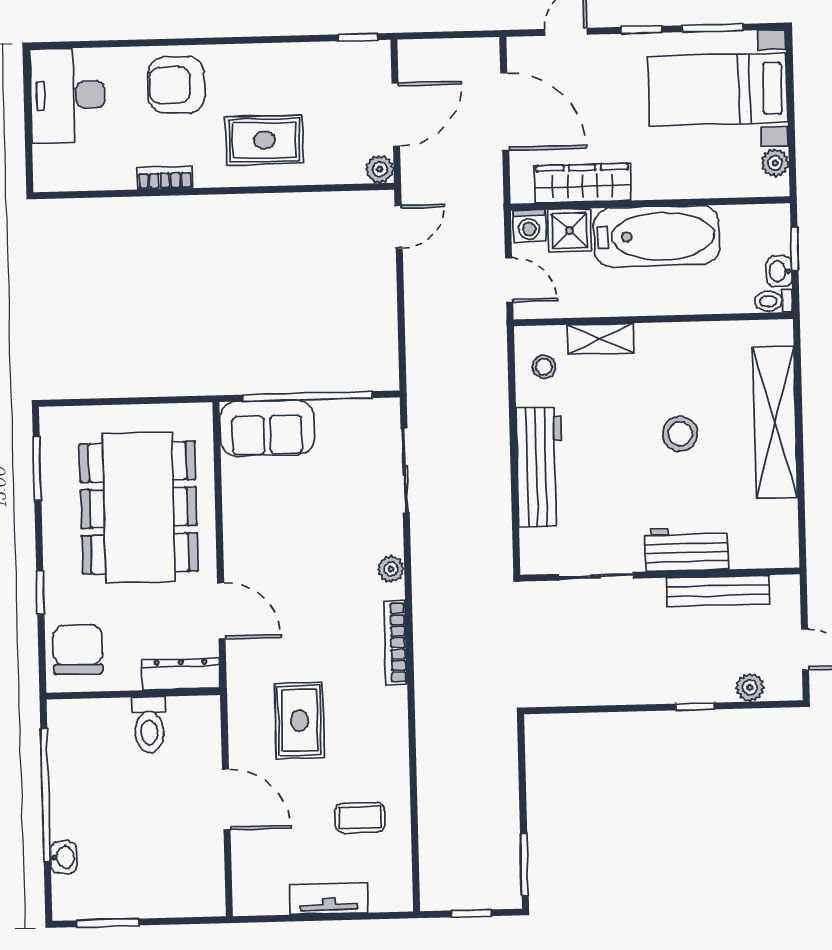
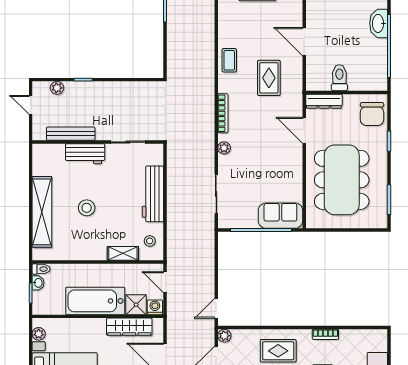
coffee table: (360, 818) -> (229, 60), moved, turned 90
washbasin: (64, 857) -> (379, 23), width x1.91, depth x1.45

